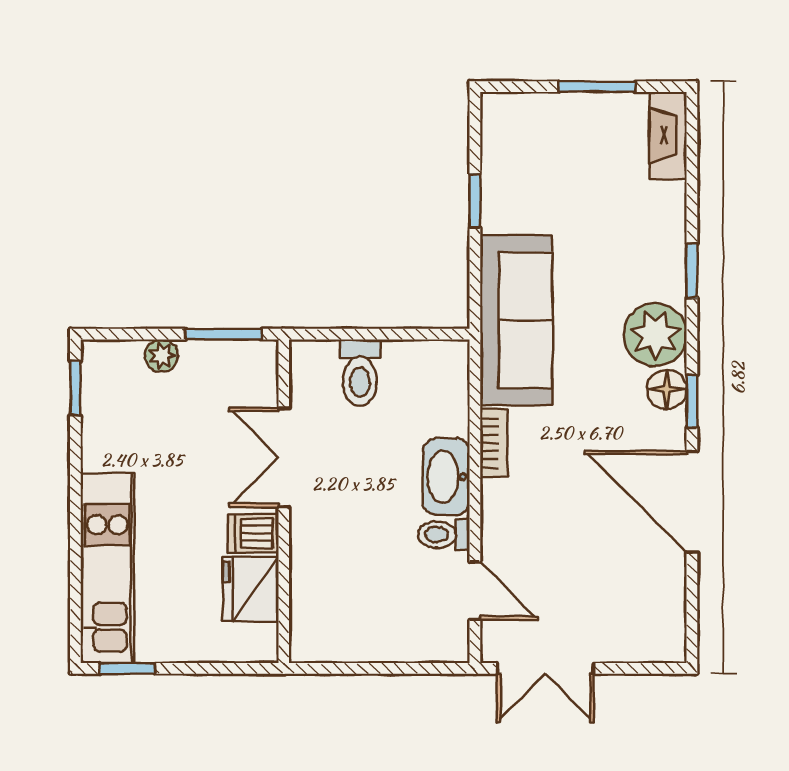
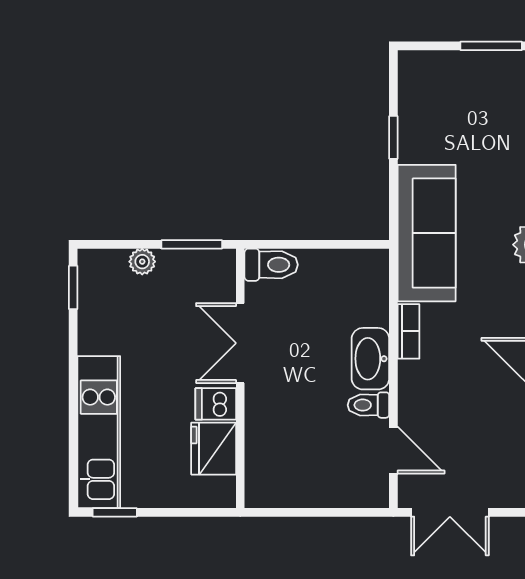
toilet: (360, 373) -> (271, 265), moved, turned -90

